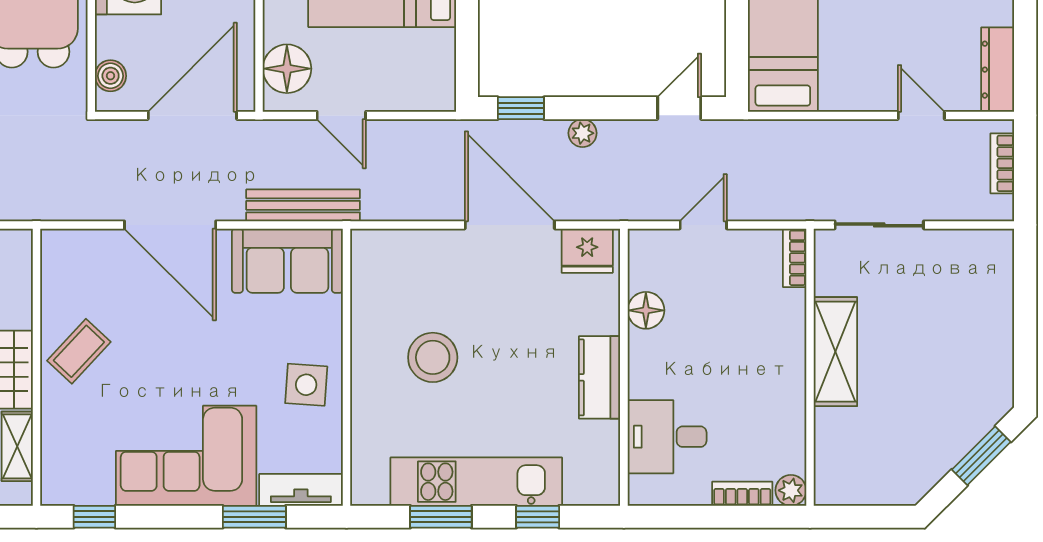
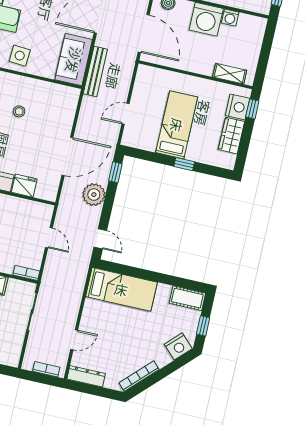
floor lamp: (287, 69) -> (154, 78), removed
door: (341, 115) -> (125, 114), moved
plant: (583, 133) -> (94, 195), width x1.87, depth x1.87
fridge: (587, 251) -> (24, 186), moved, turned 90
floor lamp: (646, 310) -> (19, 205), removed
stool: (433, 357) -> (19, 111), width x0.53, depth x0.53

